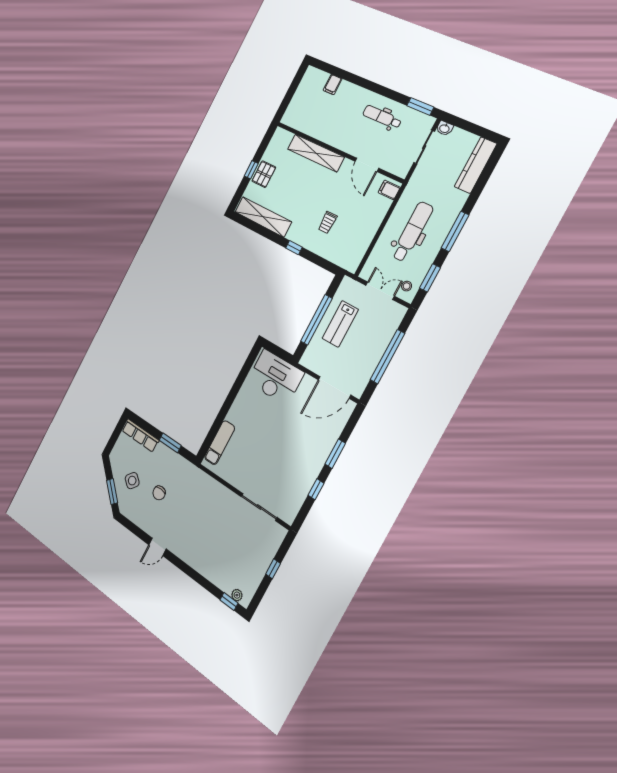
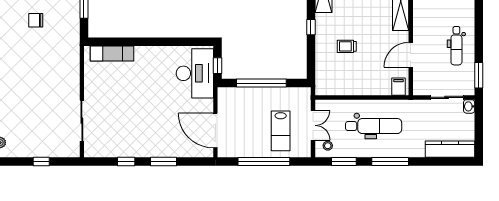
dental chair: (382, 117) -> (456, 46), turned 180
lab bench: (340, 324) -> (281, 131), moved, turned -90
window: (280, 352) -> (217, 66), added

